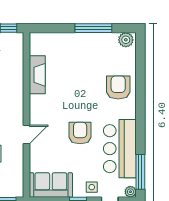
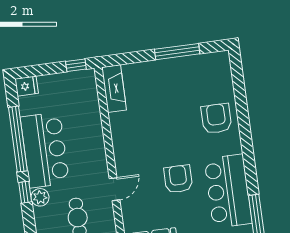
plant: (126, 40) -> (218, 60), removed
fireplace: (37, 75) -> (114, 89), moved

